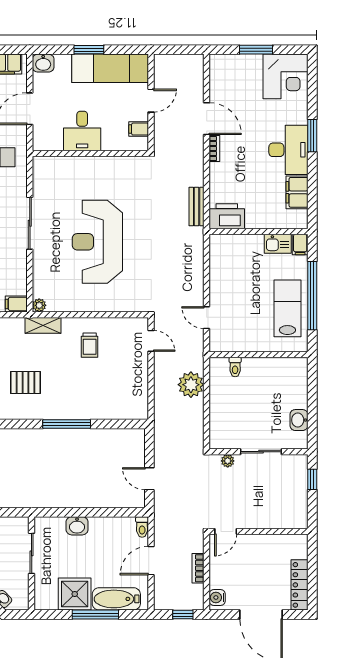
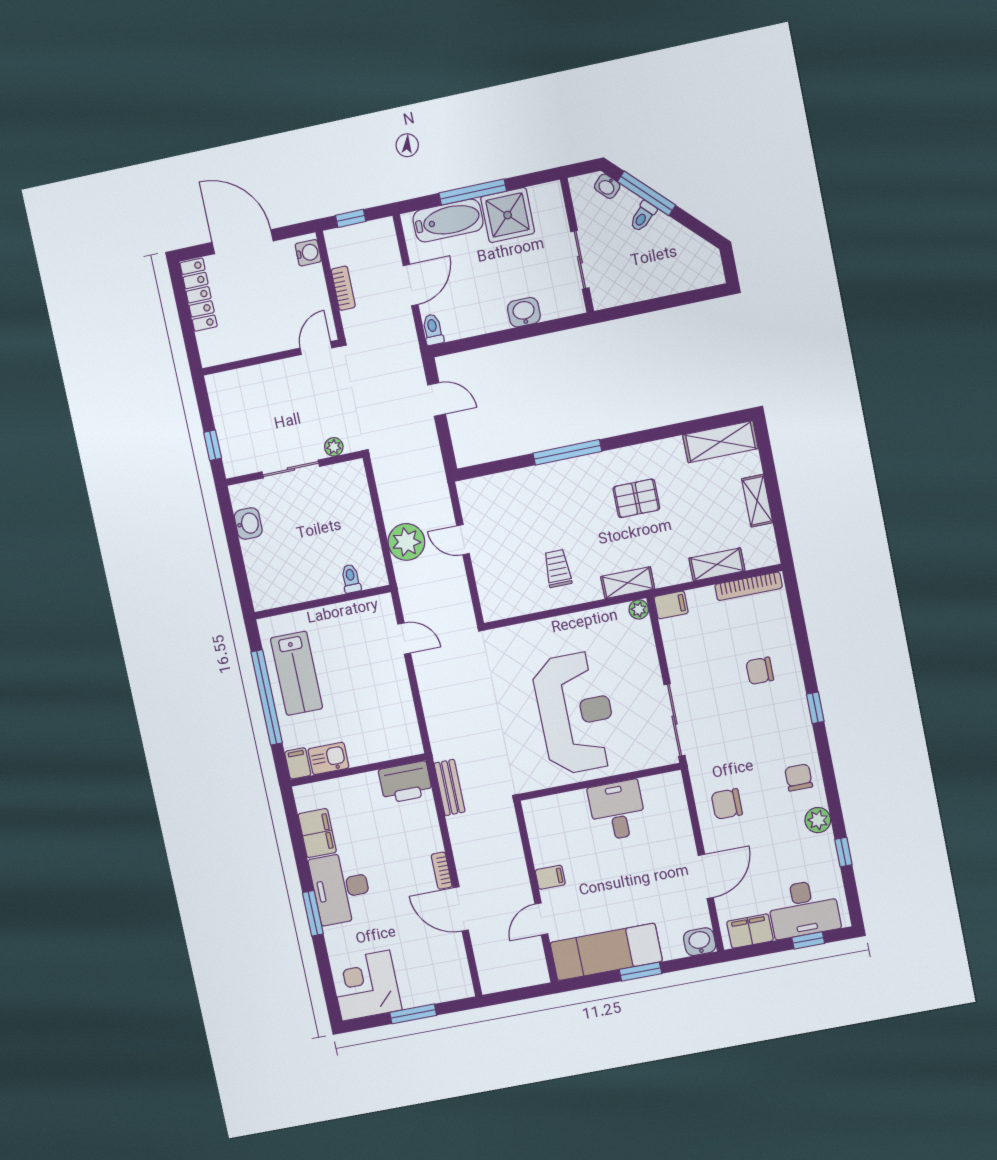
desk: (82, 131) -> (617, 810), moved
wall: (90, 154) -> (600, 782), moved
door: (151, 341) -> (463, 540), moved

